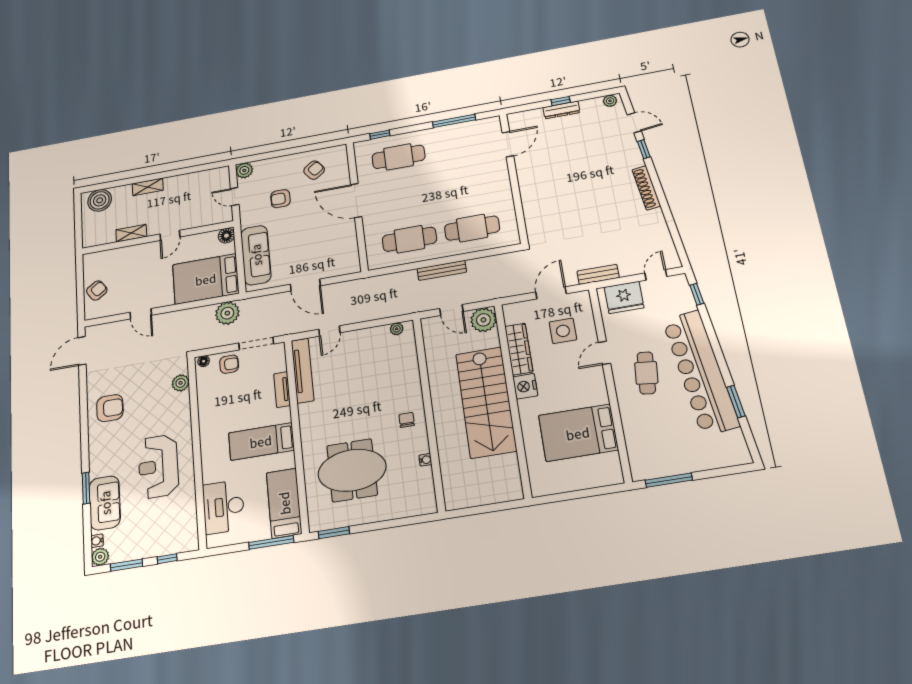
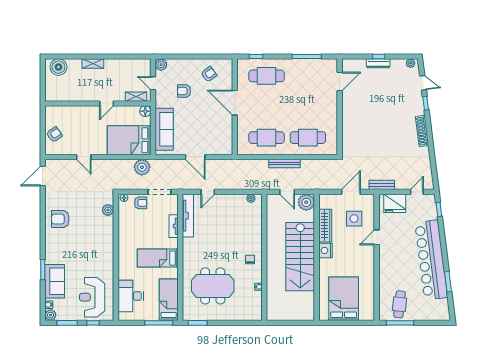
shelving: (131, 233) -> (136, 97), moved
cafe table: (646, 373) -> (400, 304), moved
armchair: (110, 408) -> (60, 219), turned 180
bed: (578, 433) -> (344, 299), moved, turned 90
reception desk: (158, 466) -> (92, 297), moved

